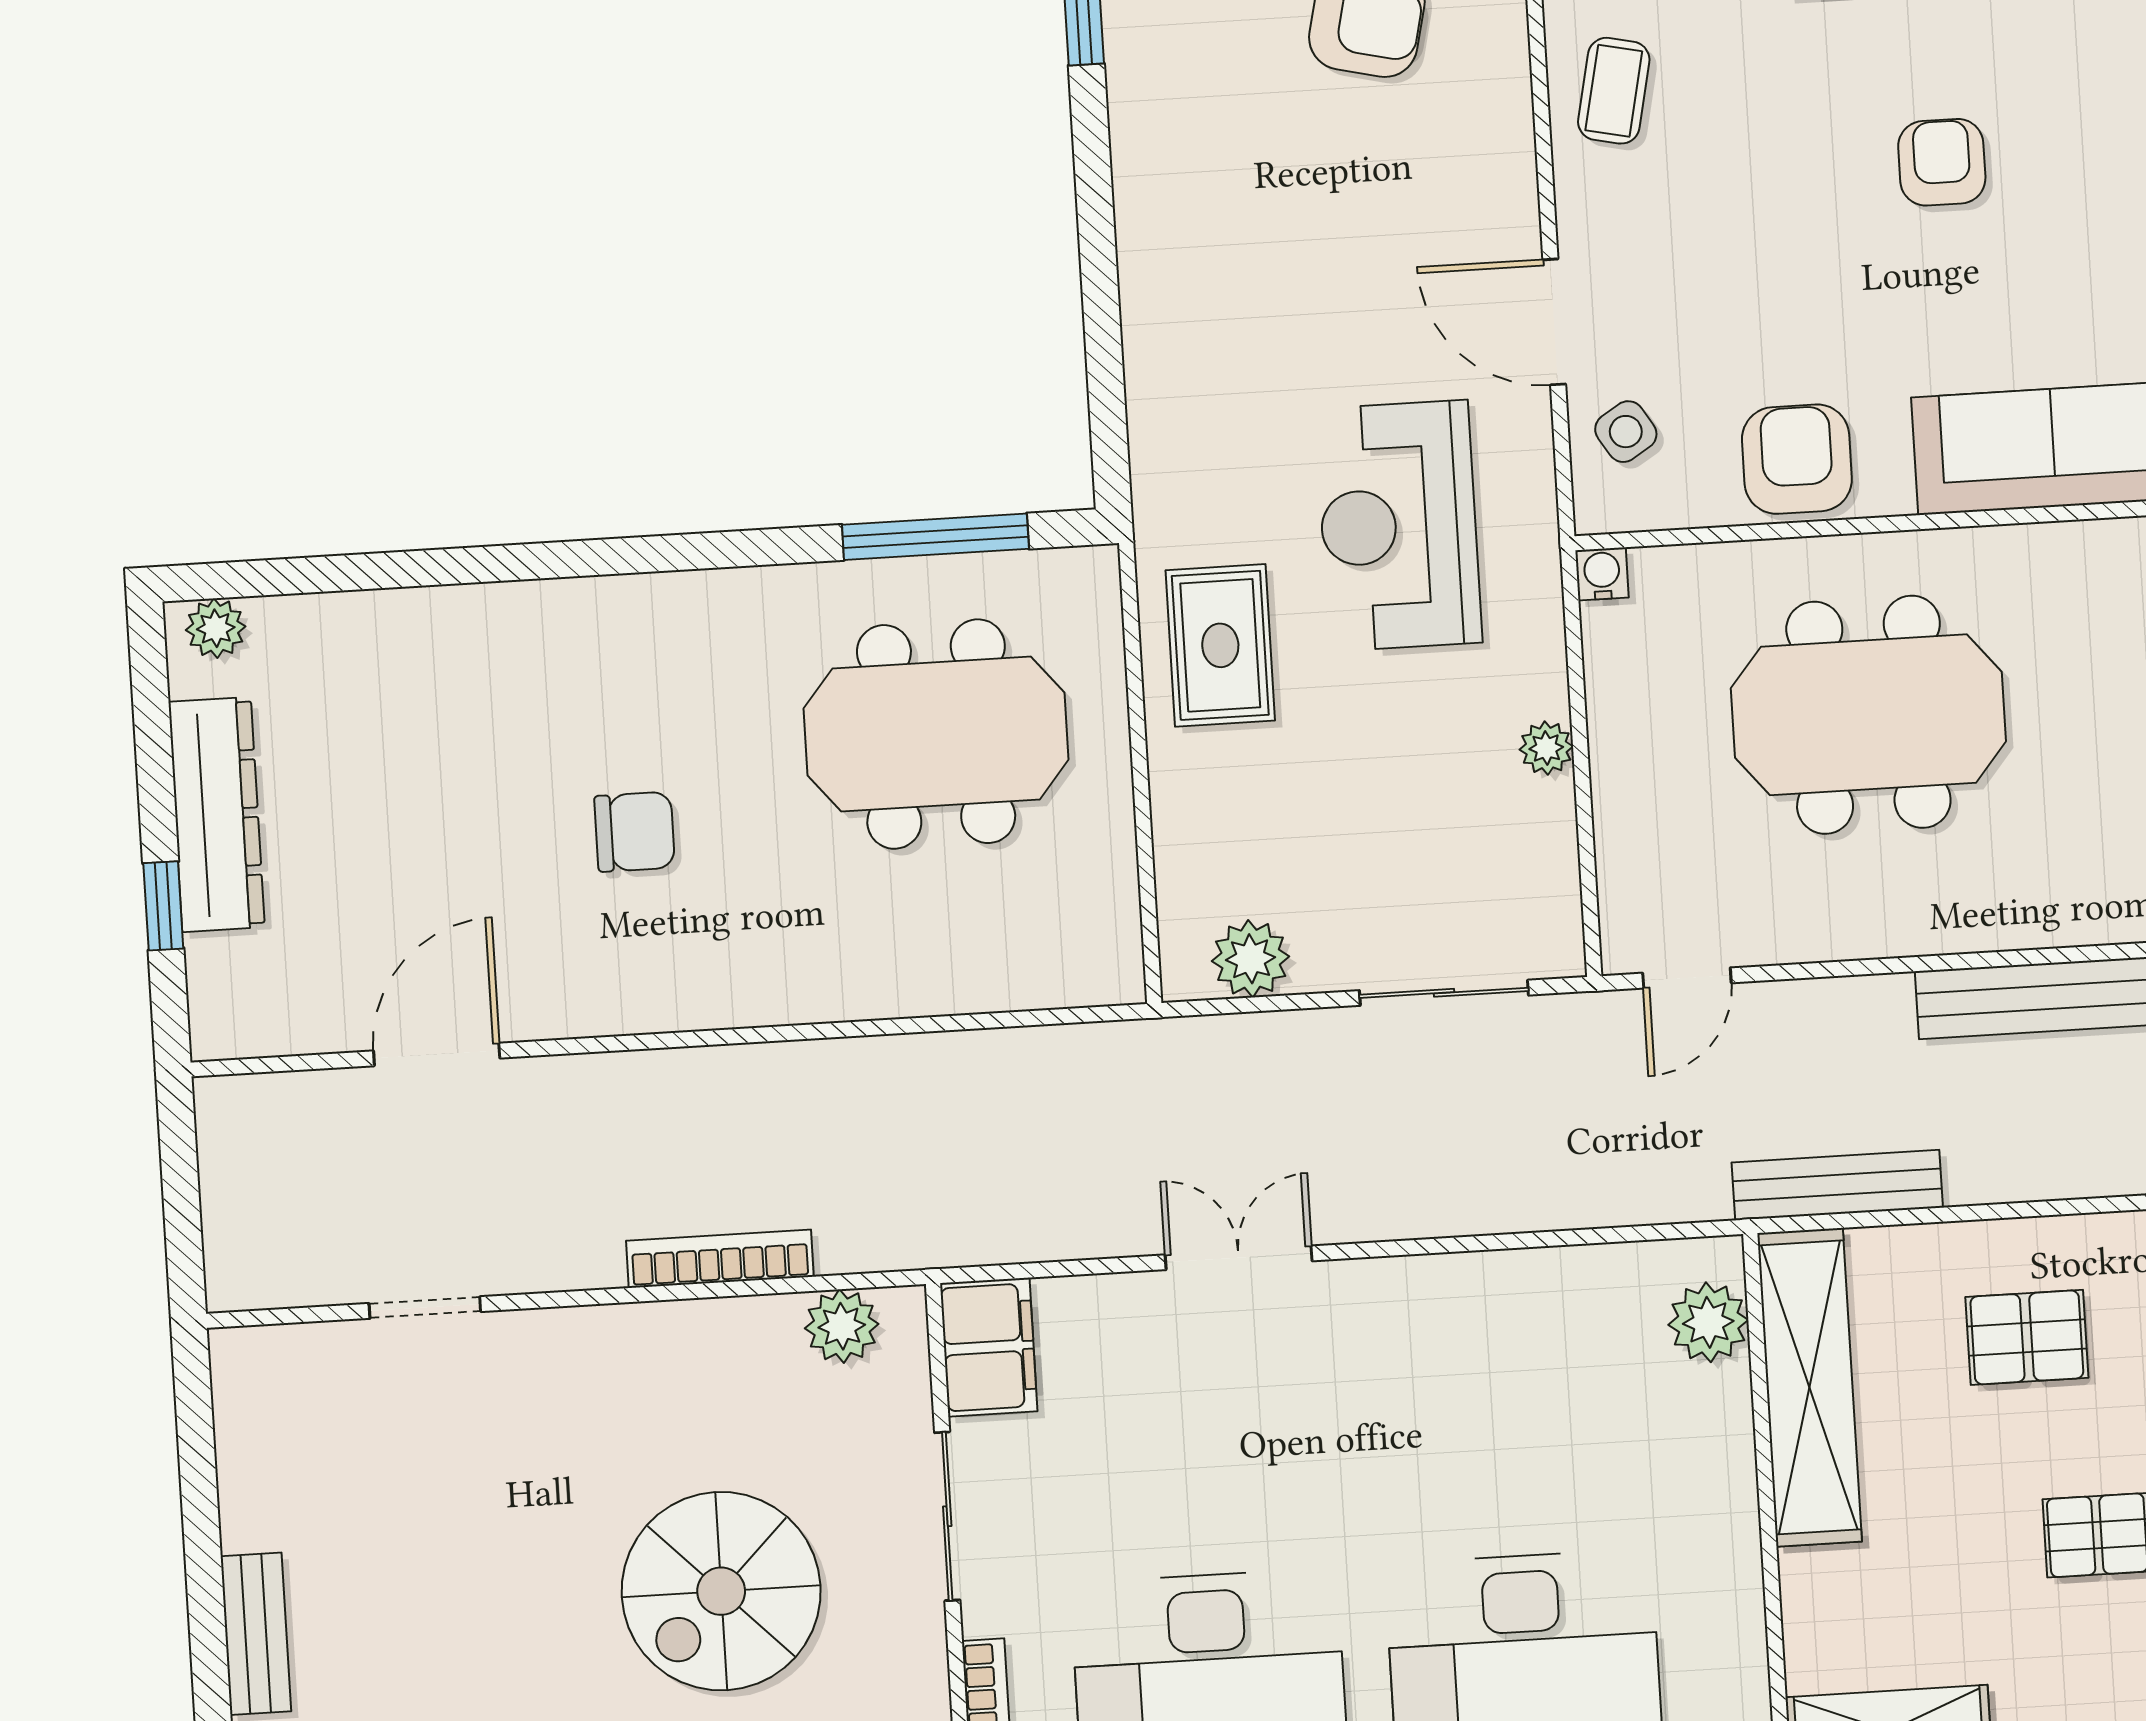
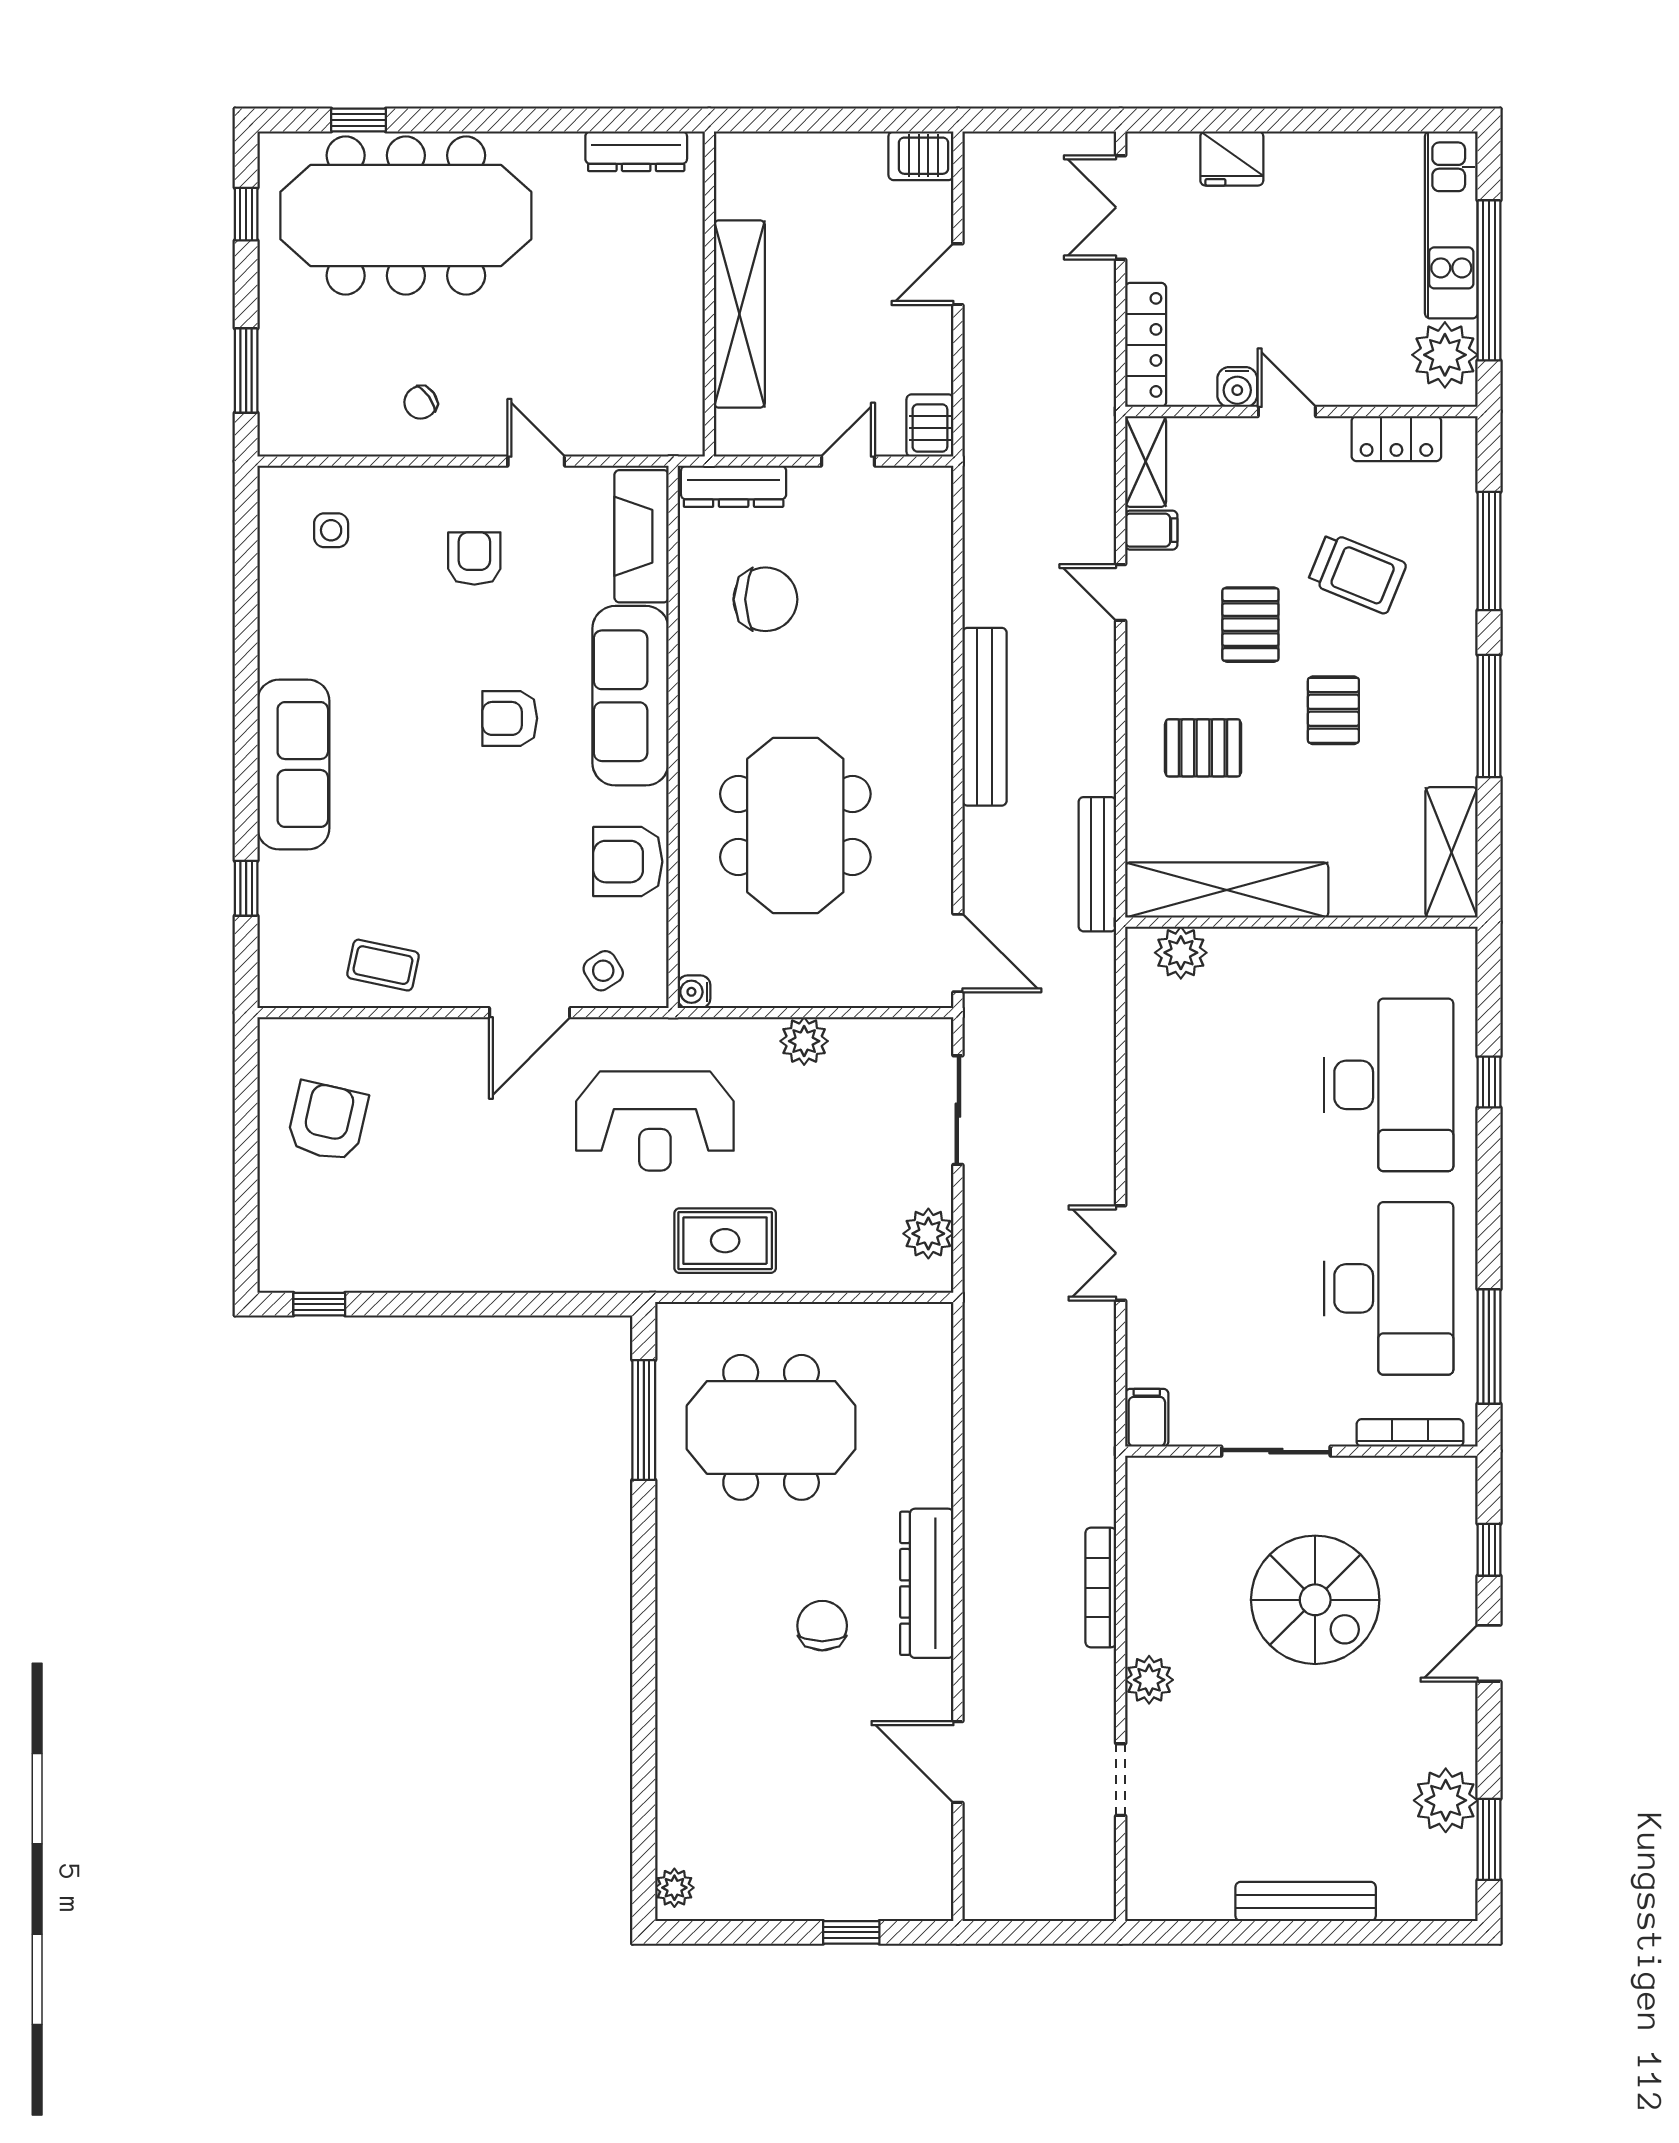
armchair: (1942, 162) -> (510, 718), moved
meeting table: (936, 734) -> (771, 1427), turned 90
plant: (1546, 748) -> (804, 1041), width x1.38, depth x1.38
dresser: (217, 815) -> (927, 1583), moved, turned -90
door: (1687, 978) -> (958, 953), width x1.38
plant: (842, 1326) -> (1149, 1680), moved
pallet: (2027, 1337) -> (1203, 748), turned 90
filing cabinet: (989, 1347) -> (1147, 1418), width x0.50
bench: (256, 1634) -> (1306, 1901), width x1.36

